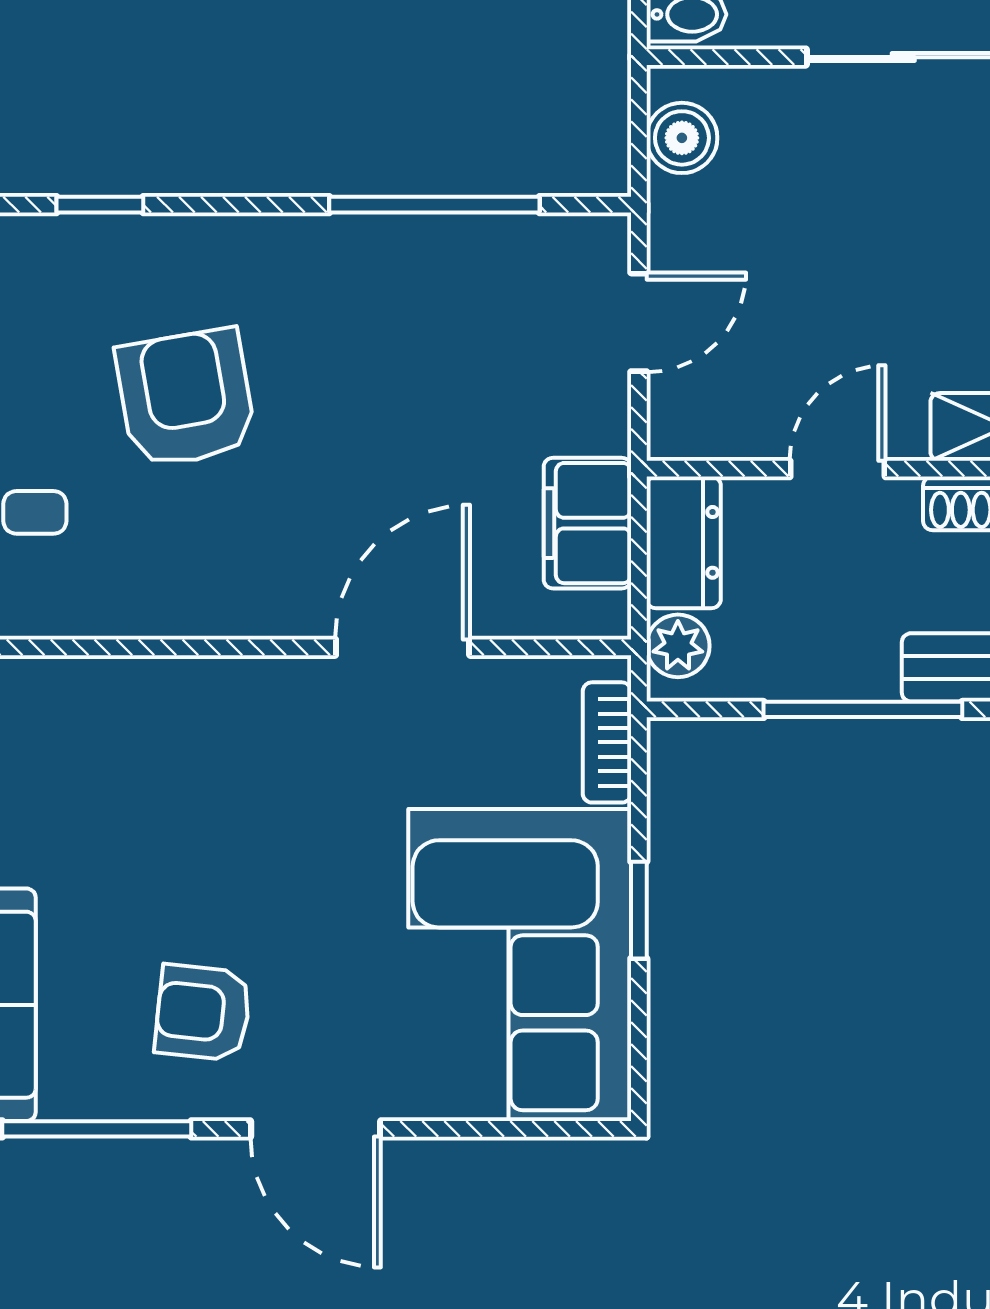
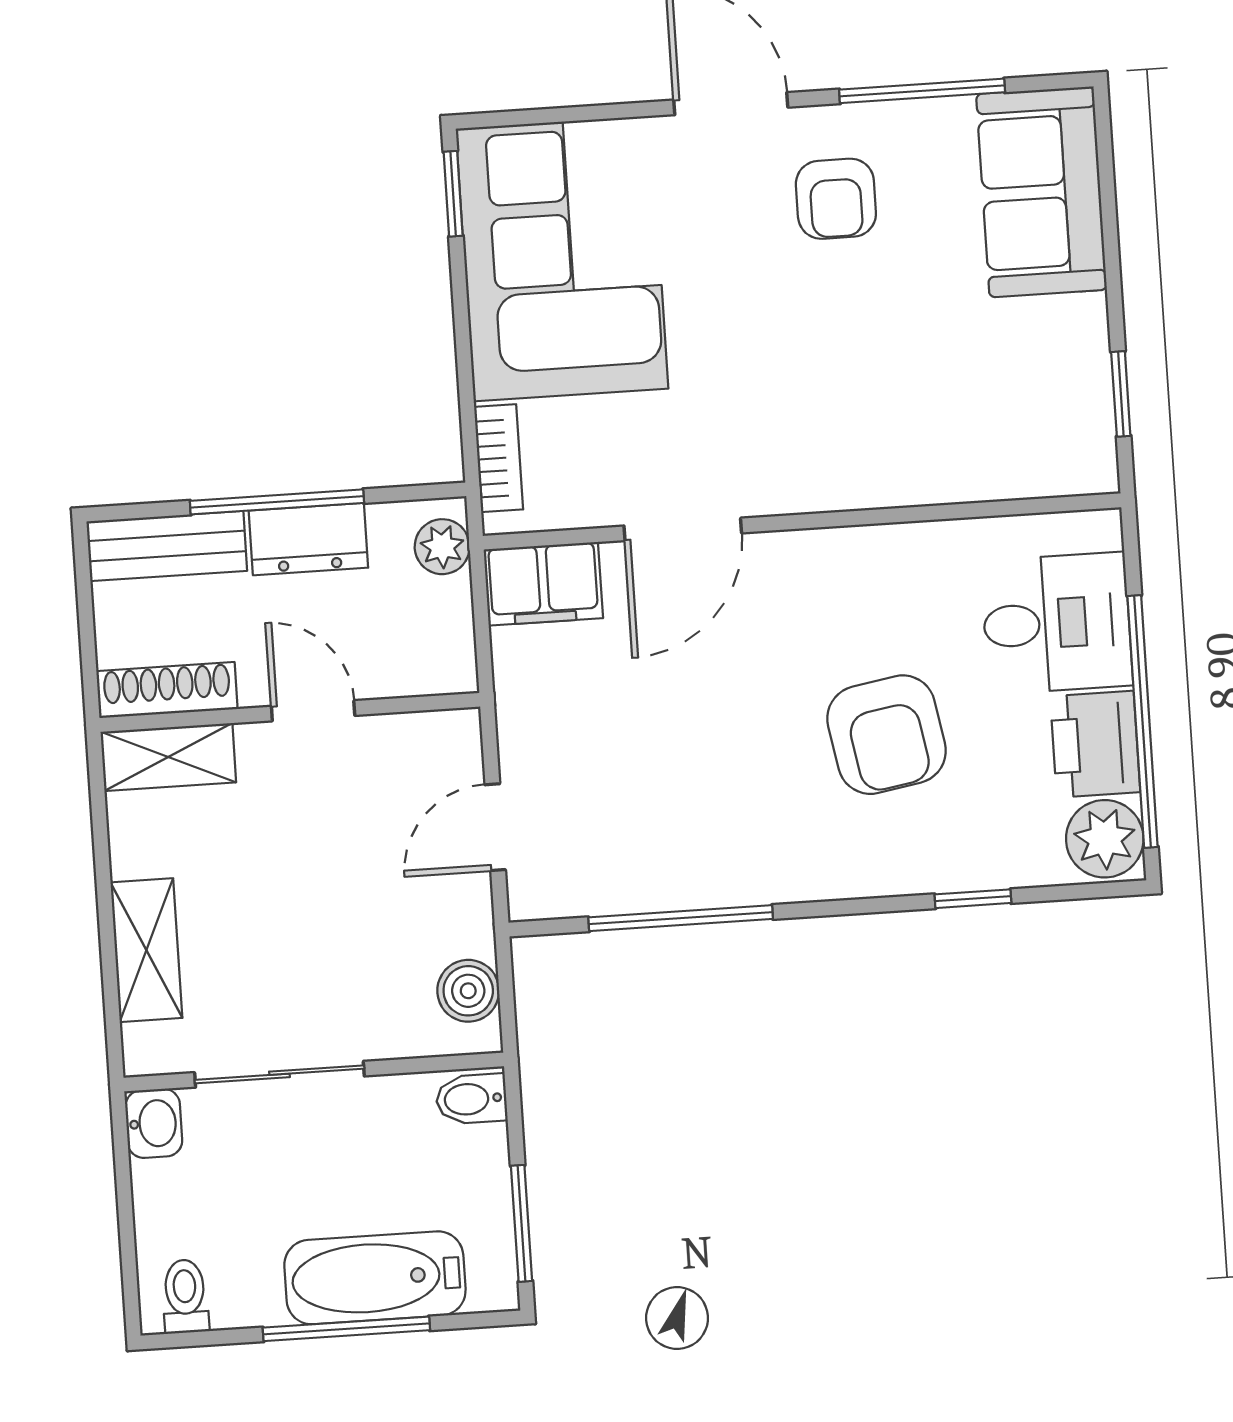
door: (838, 469) -> (313, 711), swing flipped
filing cabinet: (587, 523) -> (543, 584), moved, turned 90
dresser: (684, 542) -> (308, 539), moved, turned -90
window: (639, 910) -> (453, 194), moved
armchair: (203, 1013) -> (836, 199), turned 84

